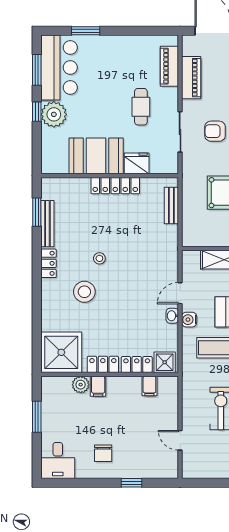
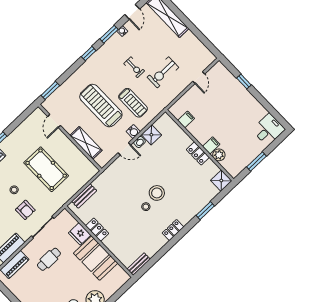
locker: (115, 186) -> (97, 230), width x0.66
window: (37, 212) -> (205, 211), moved
bench: (47, 224) -> (139, 264), moved, width x0.73
stool: (84, 292) -> (157, 193), moved
shower: (61, 352) -> (221, 181), width x0.54, depth x0.54
shower: (165, 362) -> (151, 135), moved
locker: (137, 365) -> (181, 136), removed
chair: (103, 453) -> (243, 110), removed

